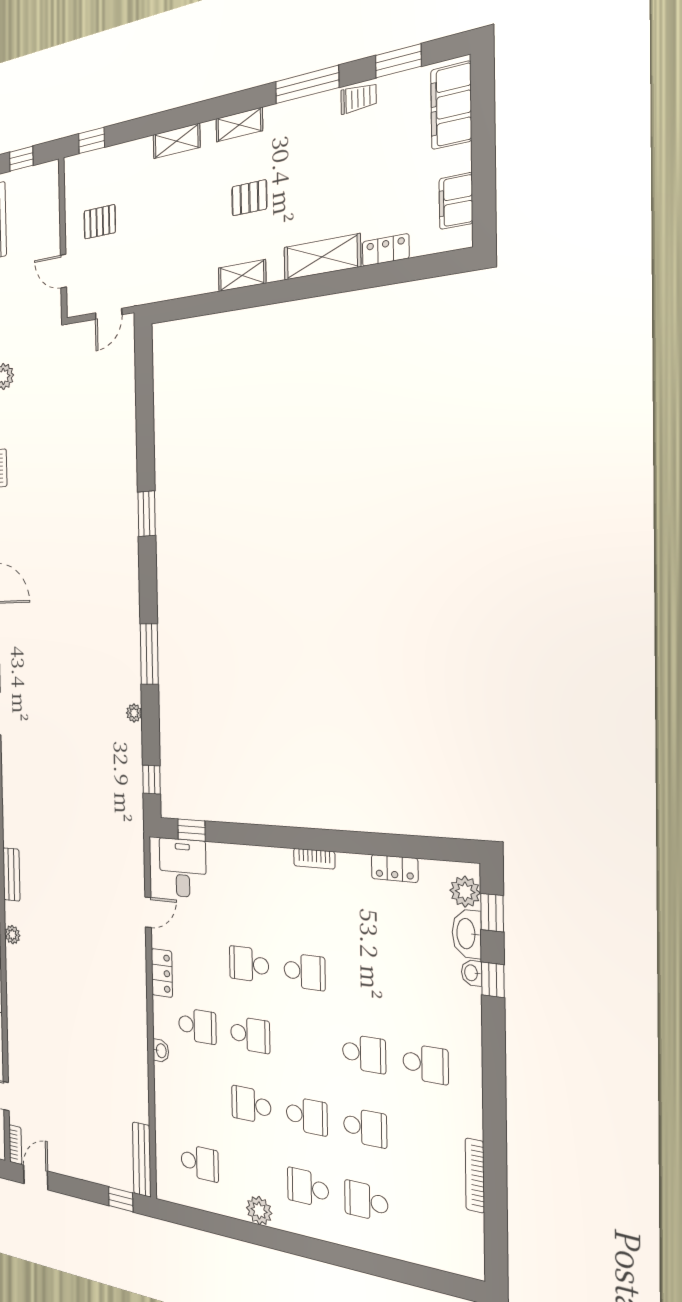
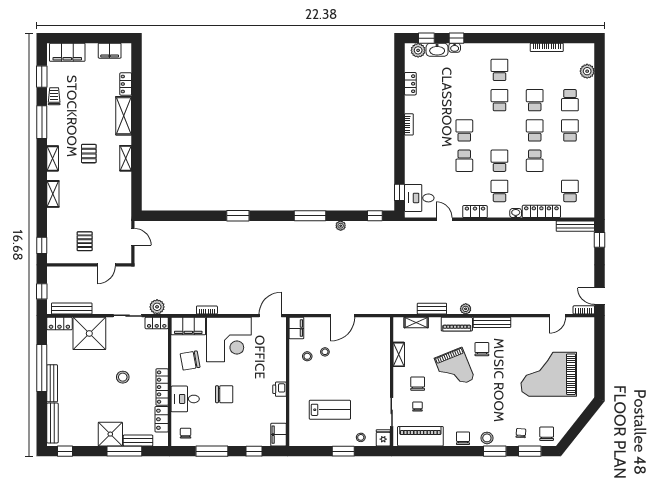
locker: (164, 1100) -> (541, 211), added
school desk: (308, 1188) -> (570, 130), turned 180
plant: (259, 1211) -> (587, 71), moved

